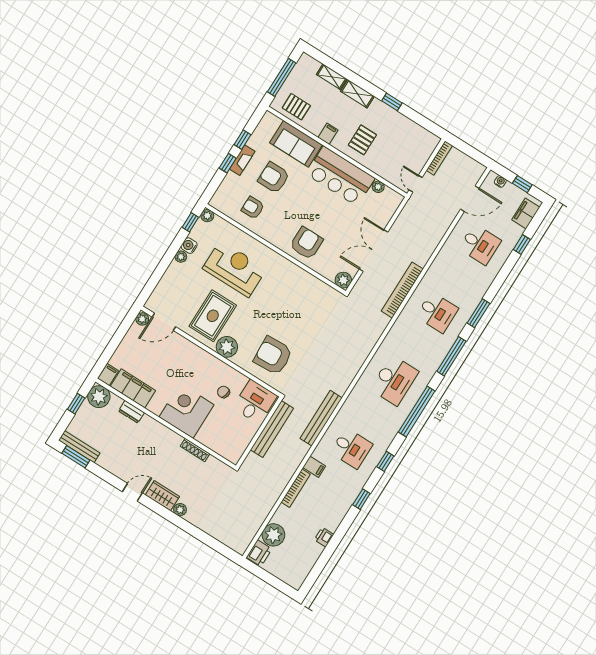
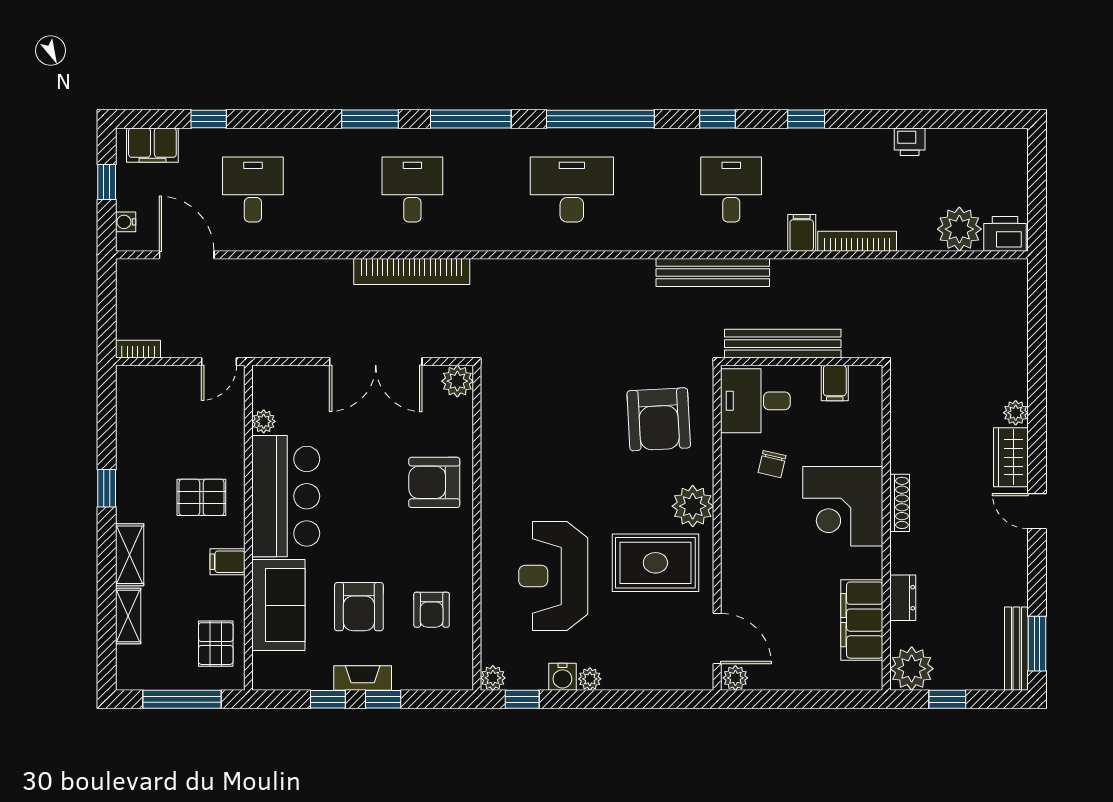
bookcase: (439, 158) -> (138, 349), width x0.64
filing cabinet: (108, 375) -> (835, 383), moved, turned -90
shoe rack: (195, 450) -> (900, 503), moved

